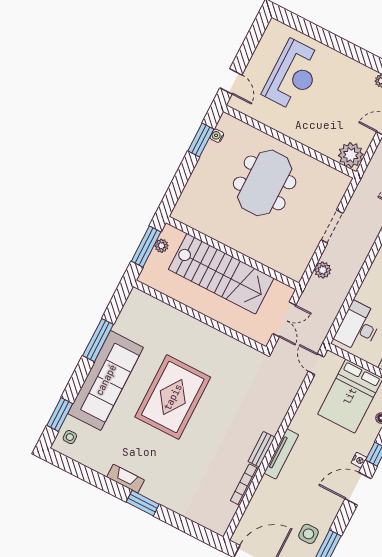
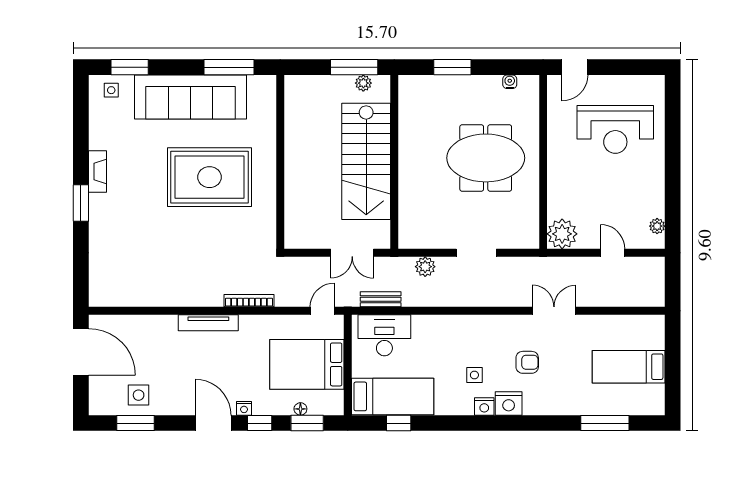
window: (201, 140) -> (452, 67), moved
wall: (200, 317) -> (280, 162), moved
bench: (261, 449) -> (381, 299), moved
bookcase: (244, 485) -> (249, 301), moved

